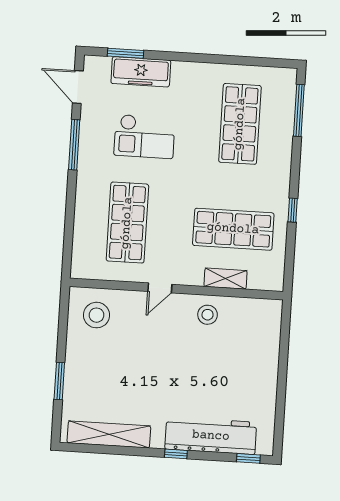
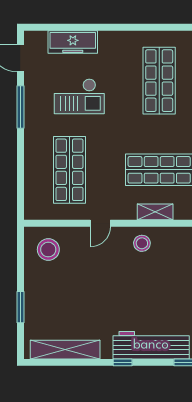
window: (125, 53) -> (59, 27), removed

